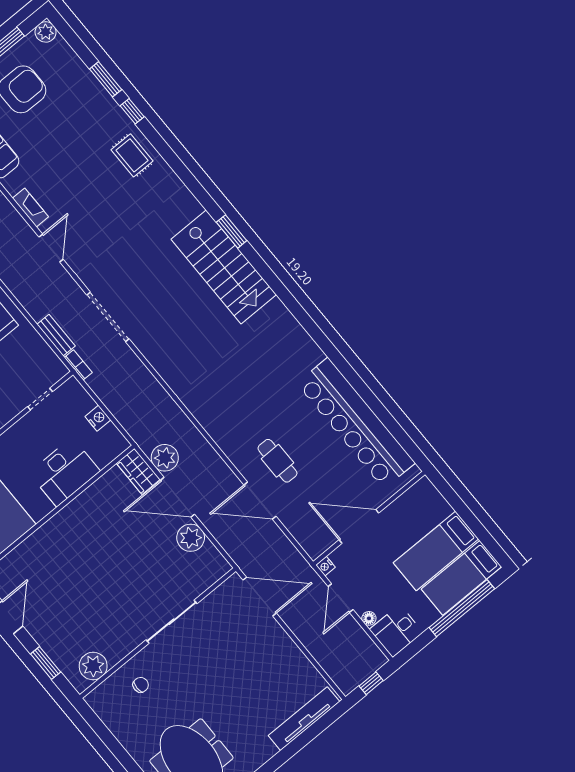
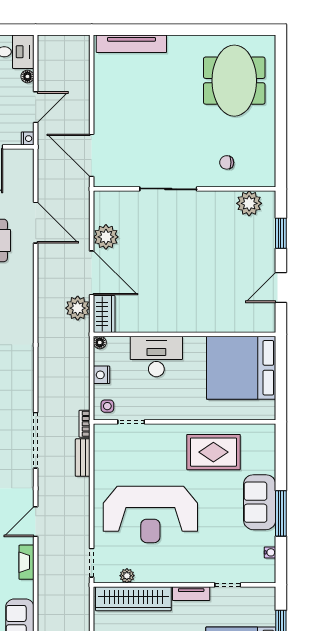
side table: (71, 396) -> (107, 406), added
floor lamp: (122, 444) -> (100, 342), added
window: (371, 683) -> (64, 30), removed

